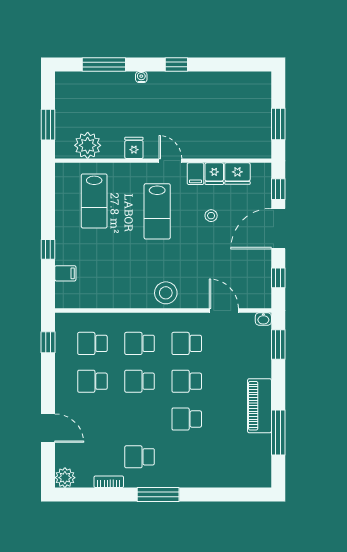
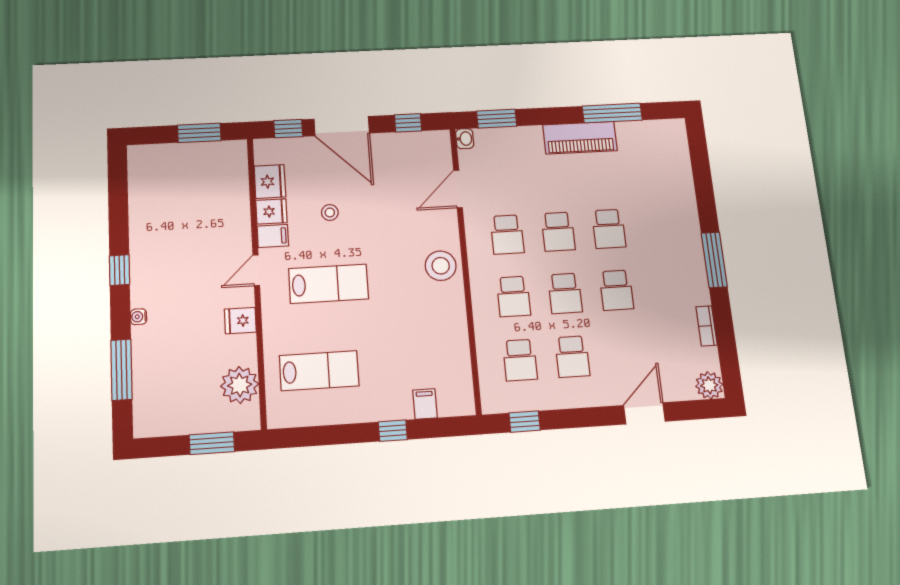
school desk: (140, 457) -> (616, 290), moved

